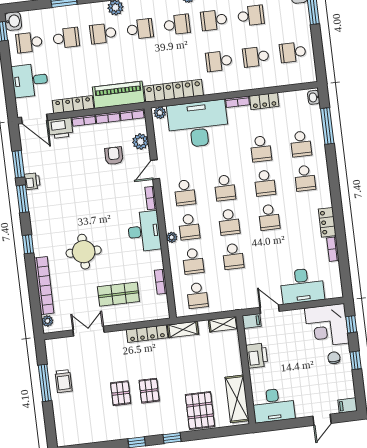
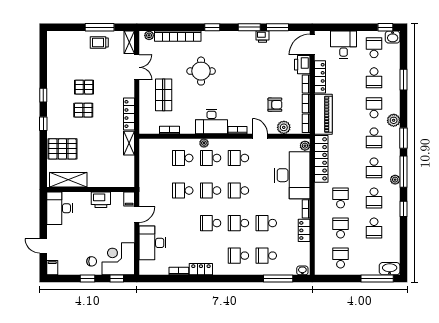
school desk: (214, 20) -> (374, 198), turned 180
school desk: (197, 295) -> (155, 158), removed
shelving: (223, 324) -> (129, 42), moved

